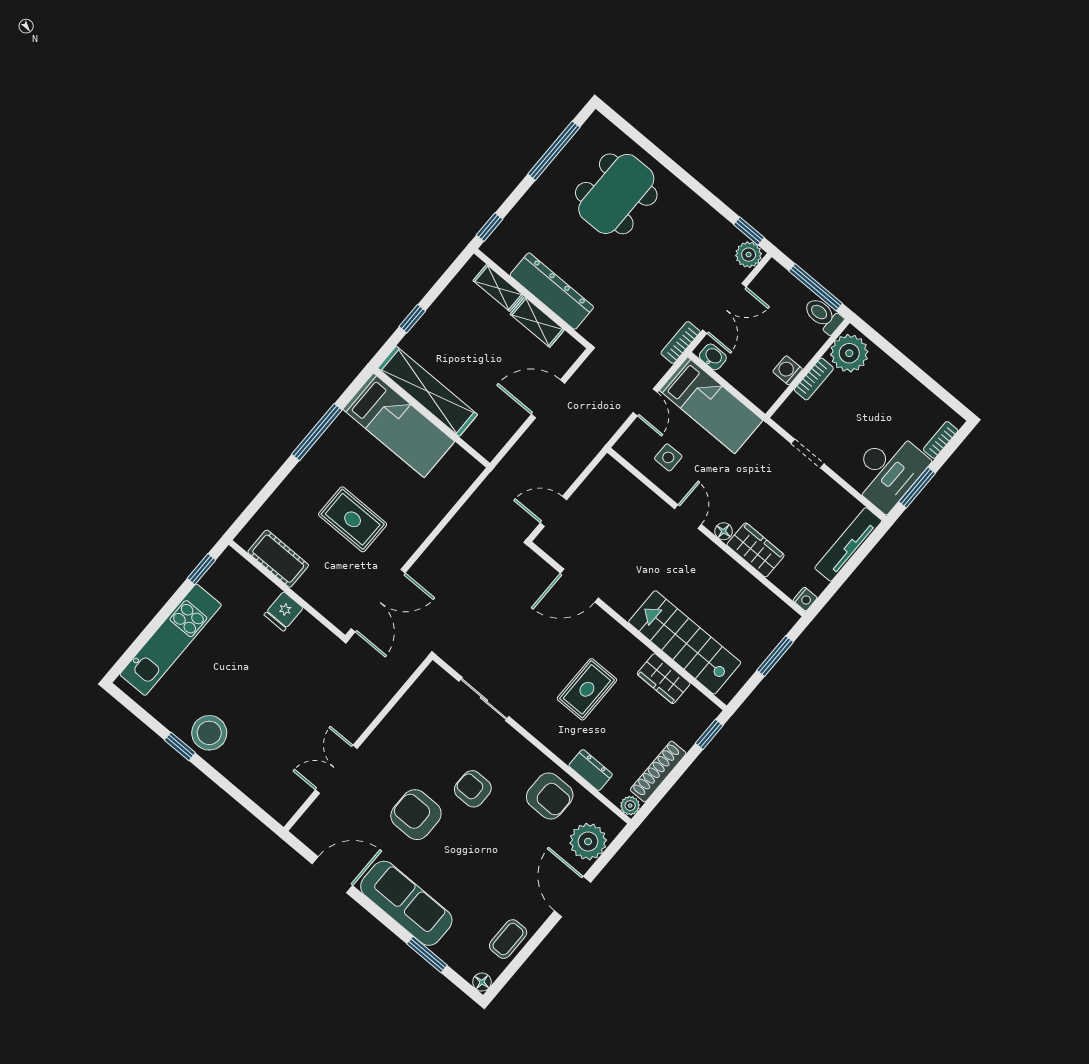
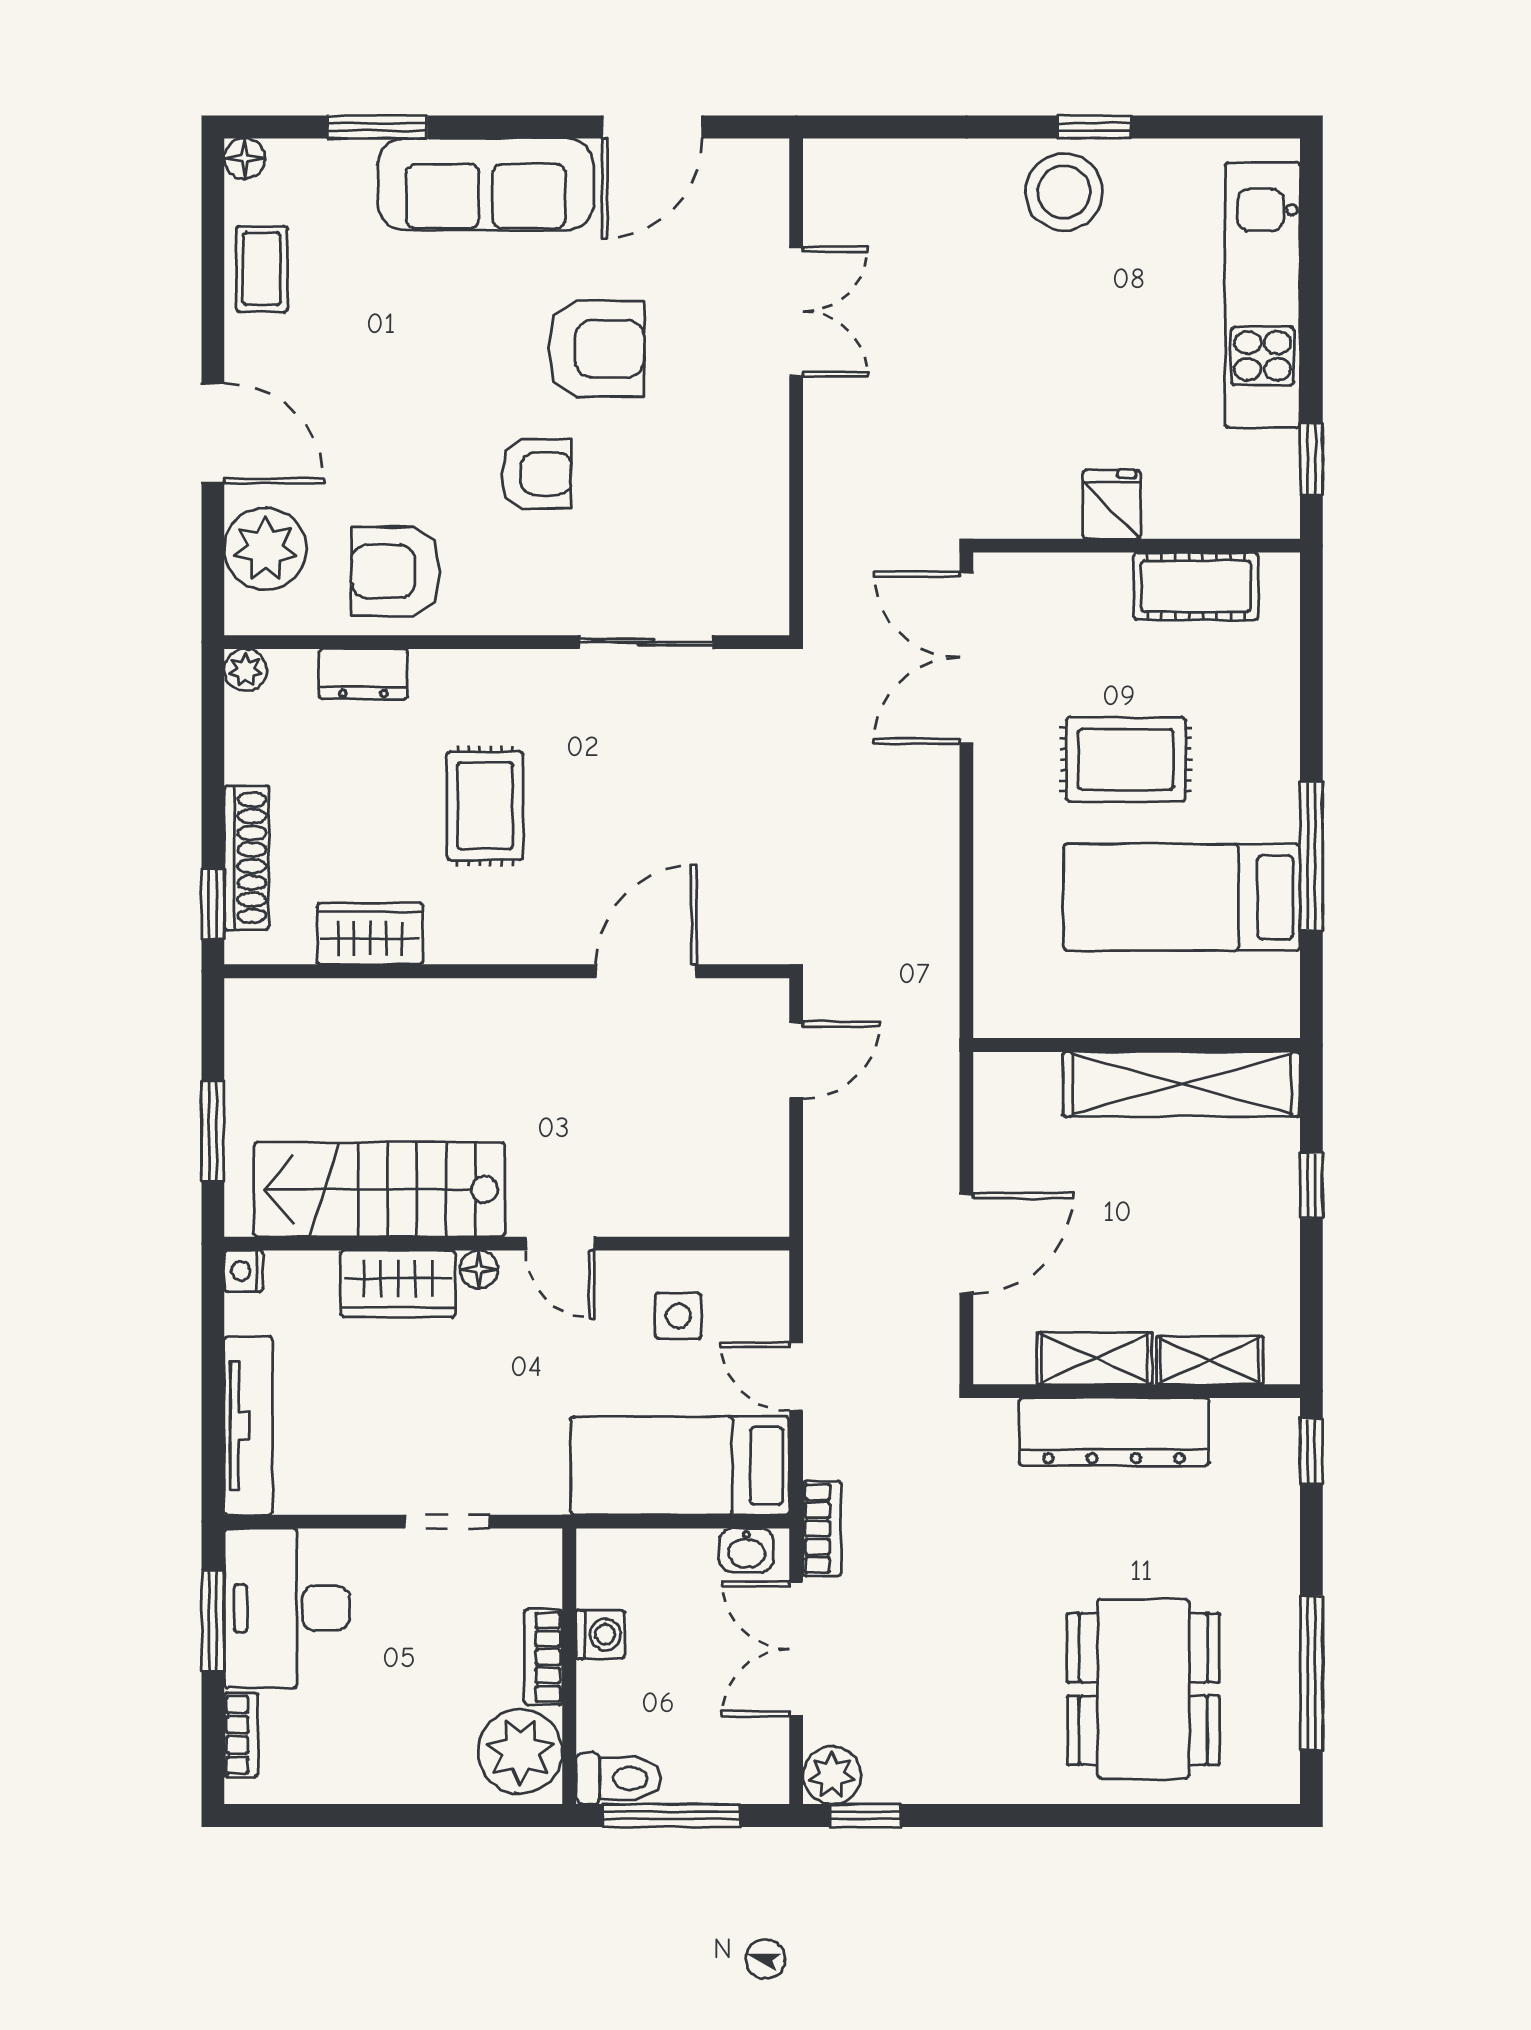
bed: (399, 425) -> (1182, 897), moved
stairs: (685, 642) -> (379, 1189), moved, turned 180
shoe rack: (658, 771) -> (247, 858), moved

